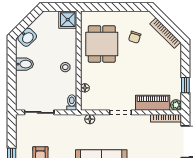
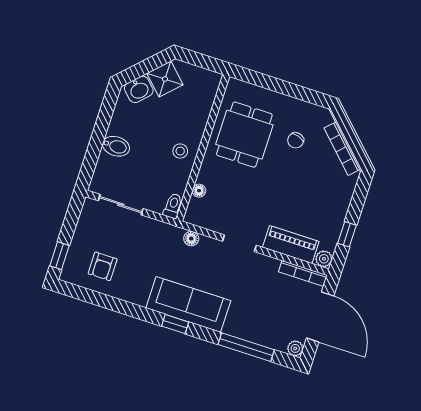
shower: (68, 20) -> (165, 79), moved, turned 45
bidet: (24, 64) -> (116, 146), moved

